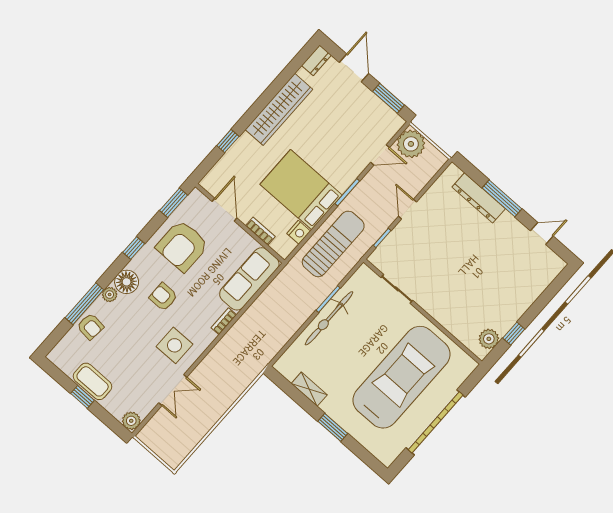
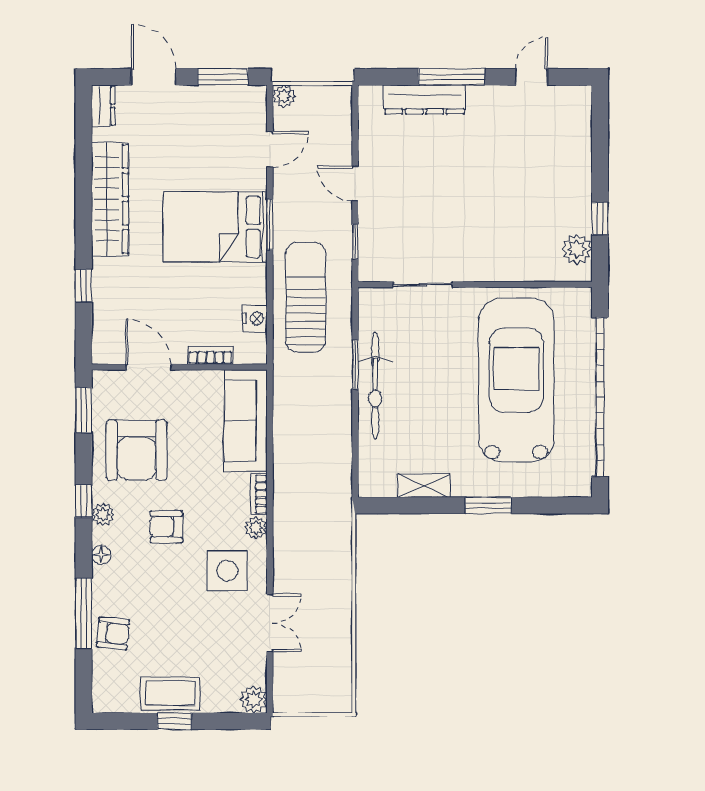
plant: (411, 144) -> (284, 96), width x0.53, depth x0.53
bed: (301, 190) -> (215, 227), moved
floor lamp: (127, 282) -> (101, 555), width x0.53, depth x0.53
plant: (110, 295) -> (103, 514), moved
plant: (208, 337) -> (256, 528), added
garage door: (436, 422) -> (600, 397), width x1.36

